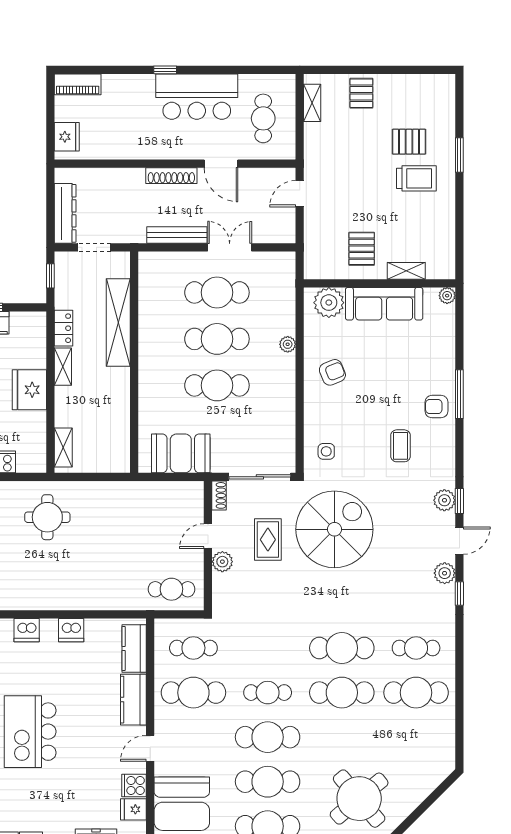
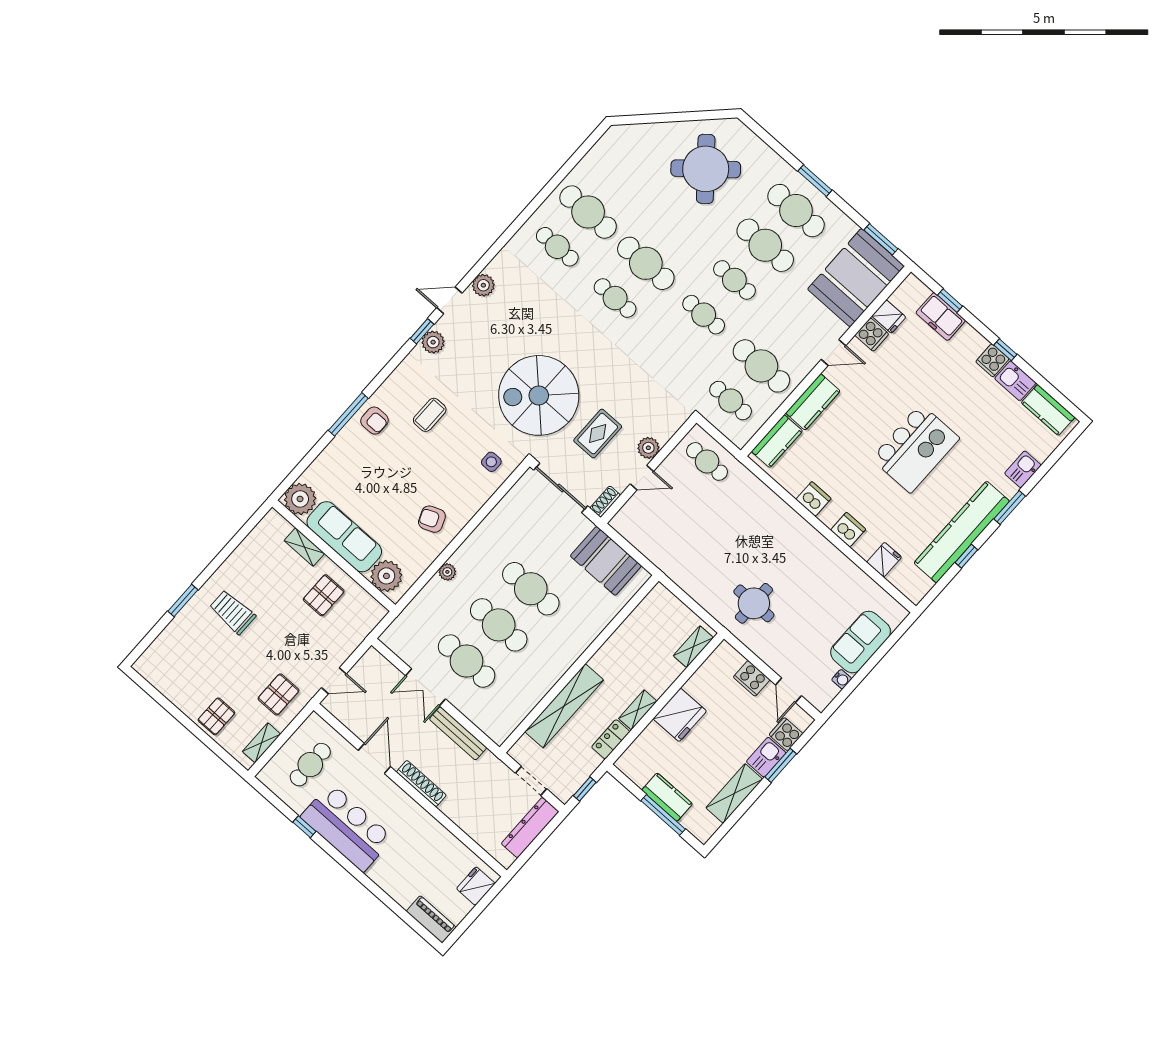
window: (165, 70) -> (304, 827), moved
pallet: (409, 142) -> (278, 694), moved, turned 90
plant: (447, 296) -> (300, 499), width x1.88, depth x1.88
window: (459, 594) -> (486, 259), removed
cafe table: (342, 648) -> (615, 298), width x0.73, depth x0.74
cafe table: (268, 737) -> (734, 280), width x0.73, depth x0.74

